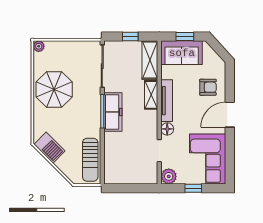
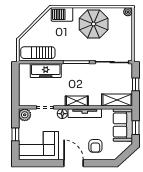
shelving: (151, 95) -> (77, 101), moved
freezer: (113, 112) -> (46, 71), moved
barbecue: (49, 148) -> (62, 14), moved, turned 45

